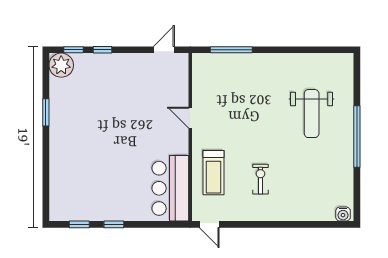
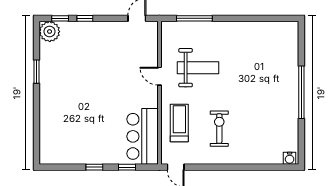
weight bench: (312, 114) -> (198, 68), moved, turned -90
treadmill: (214, 173) -> (179, 123), turned 180
exercise bike: (260, 179) -> (219, 129), width x1.38, depth x1.39
window: (79, 224) -> (127, 167), moved

